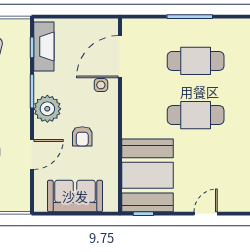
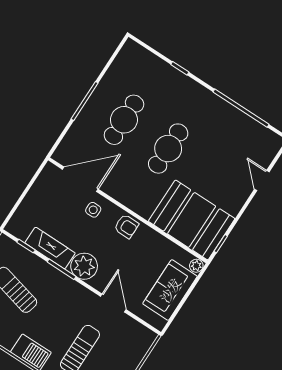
fireplace: (44, 47) -> (50, 248), moved
door: (120, 57) -> (80, 179), swing flipped
armchair: (82, 136) -> (126, 226), moved
plant: (111, 205) -> (196, 266), added
door: (206, 214) -> (262, 181), moved

